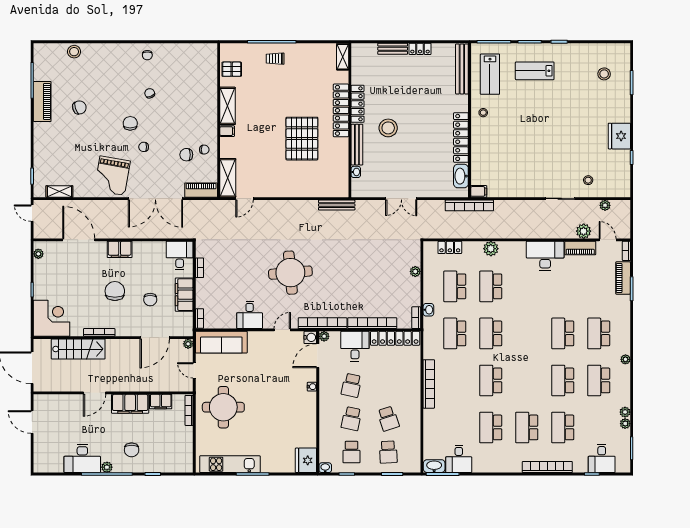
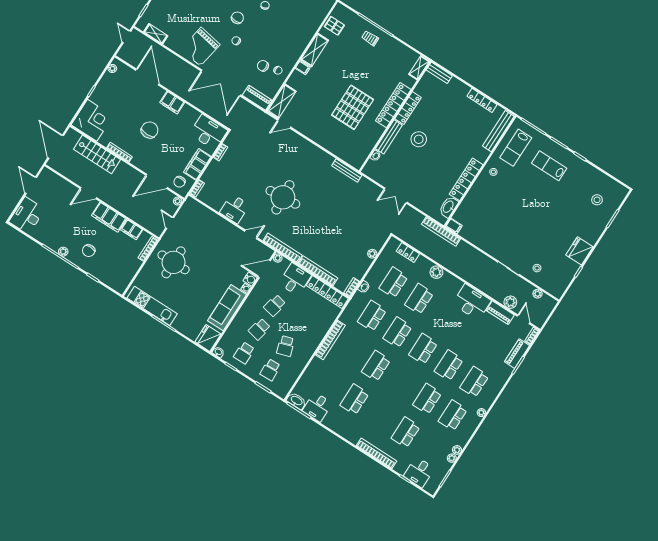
bench: (393, 49) -> (439, 73), moved
locker: (420, 49) -> (482, 100), width x1.53
desk: (180, 256) -> (208, 132), width x1.37
chair: (150, 300) -> (180, 182), moved
water cooler: (310, 337) -> (250, 279), moved
sofa: (221, 342) -> (227, 308), moved, turned 90
school desk: (527, 427) -> (423, 349), moved
desk: (82, 458) -> (27, 216), moved, turned 90

